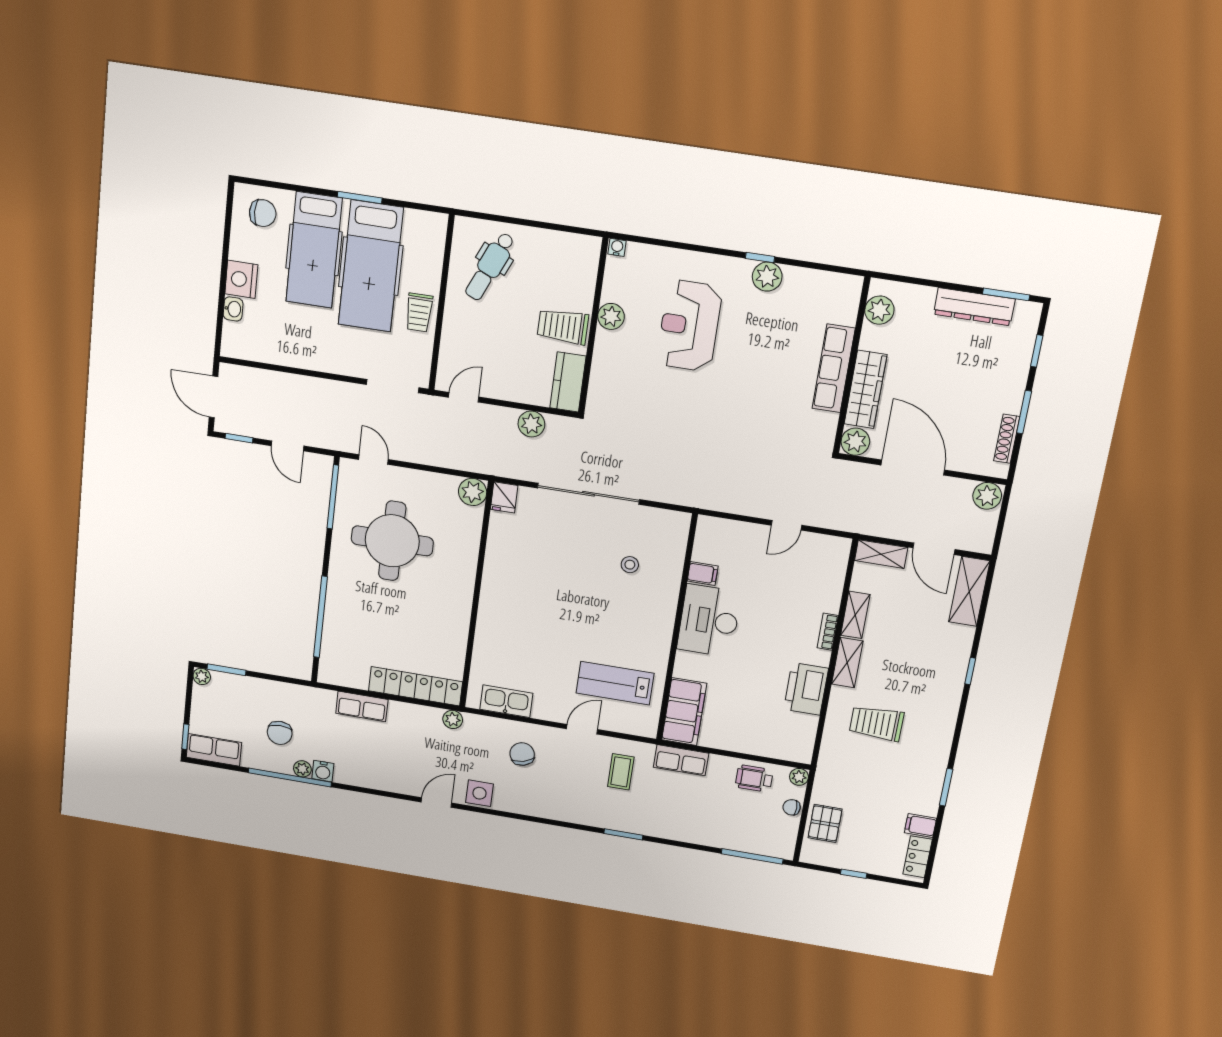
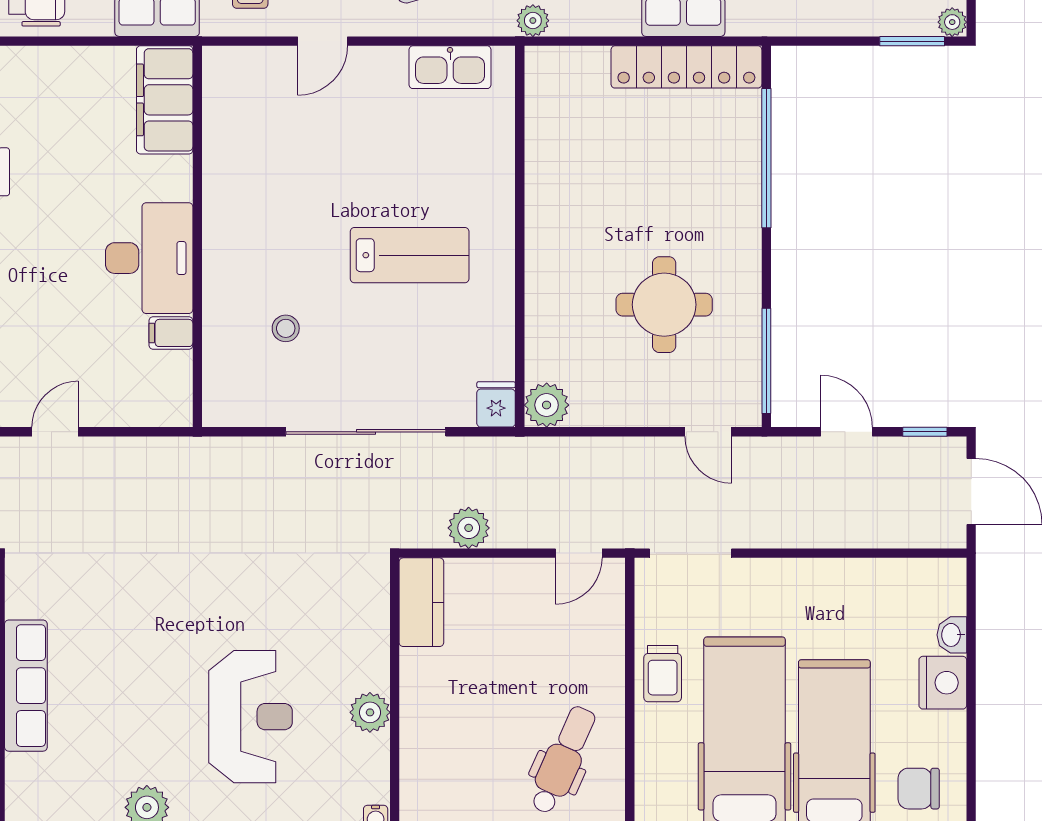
trolley: (419, 313) -> (663, 674), turned 180
trolley: (563, 326) -> (441, 686), removed
round table: (392, 541) -> (664, 305), width x0.73, depth x0.73
lab bench: (615, 683) -> (410, 255), moved
locker: (416, 686) -> (686, 67), moved

